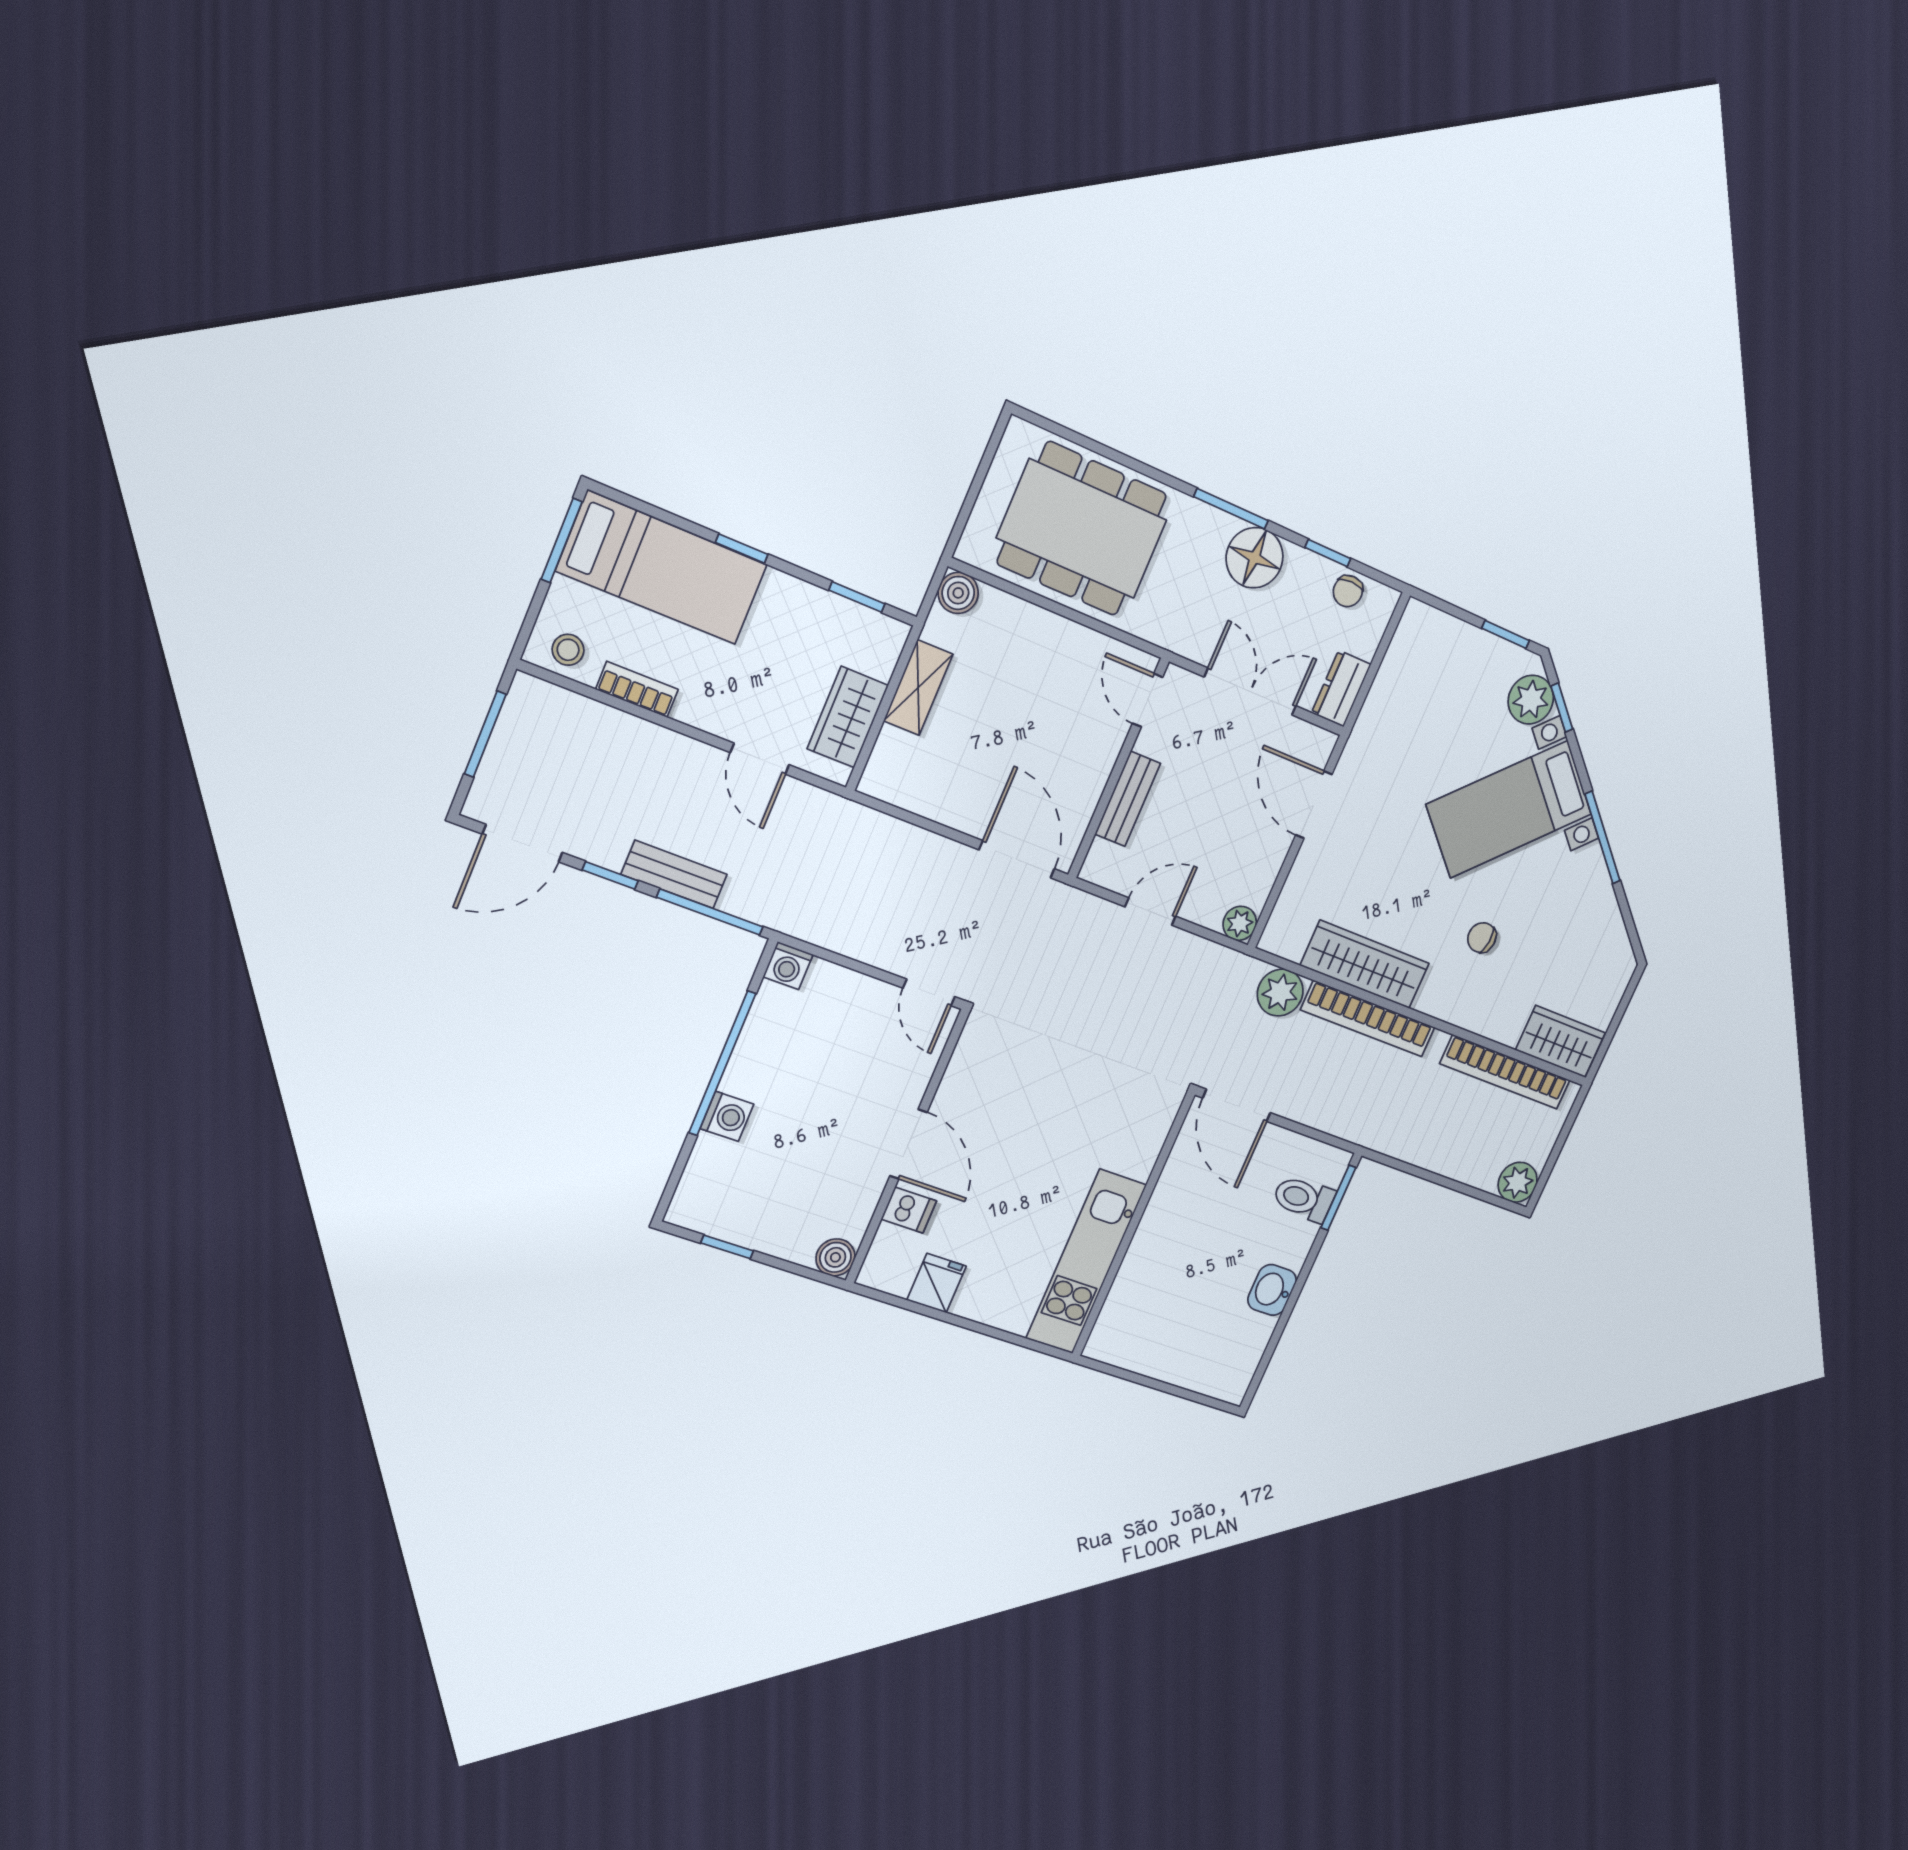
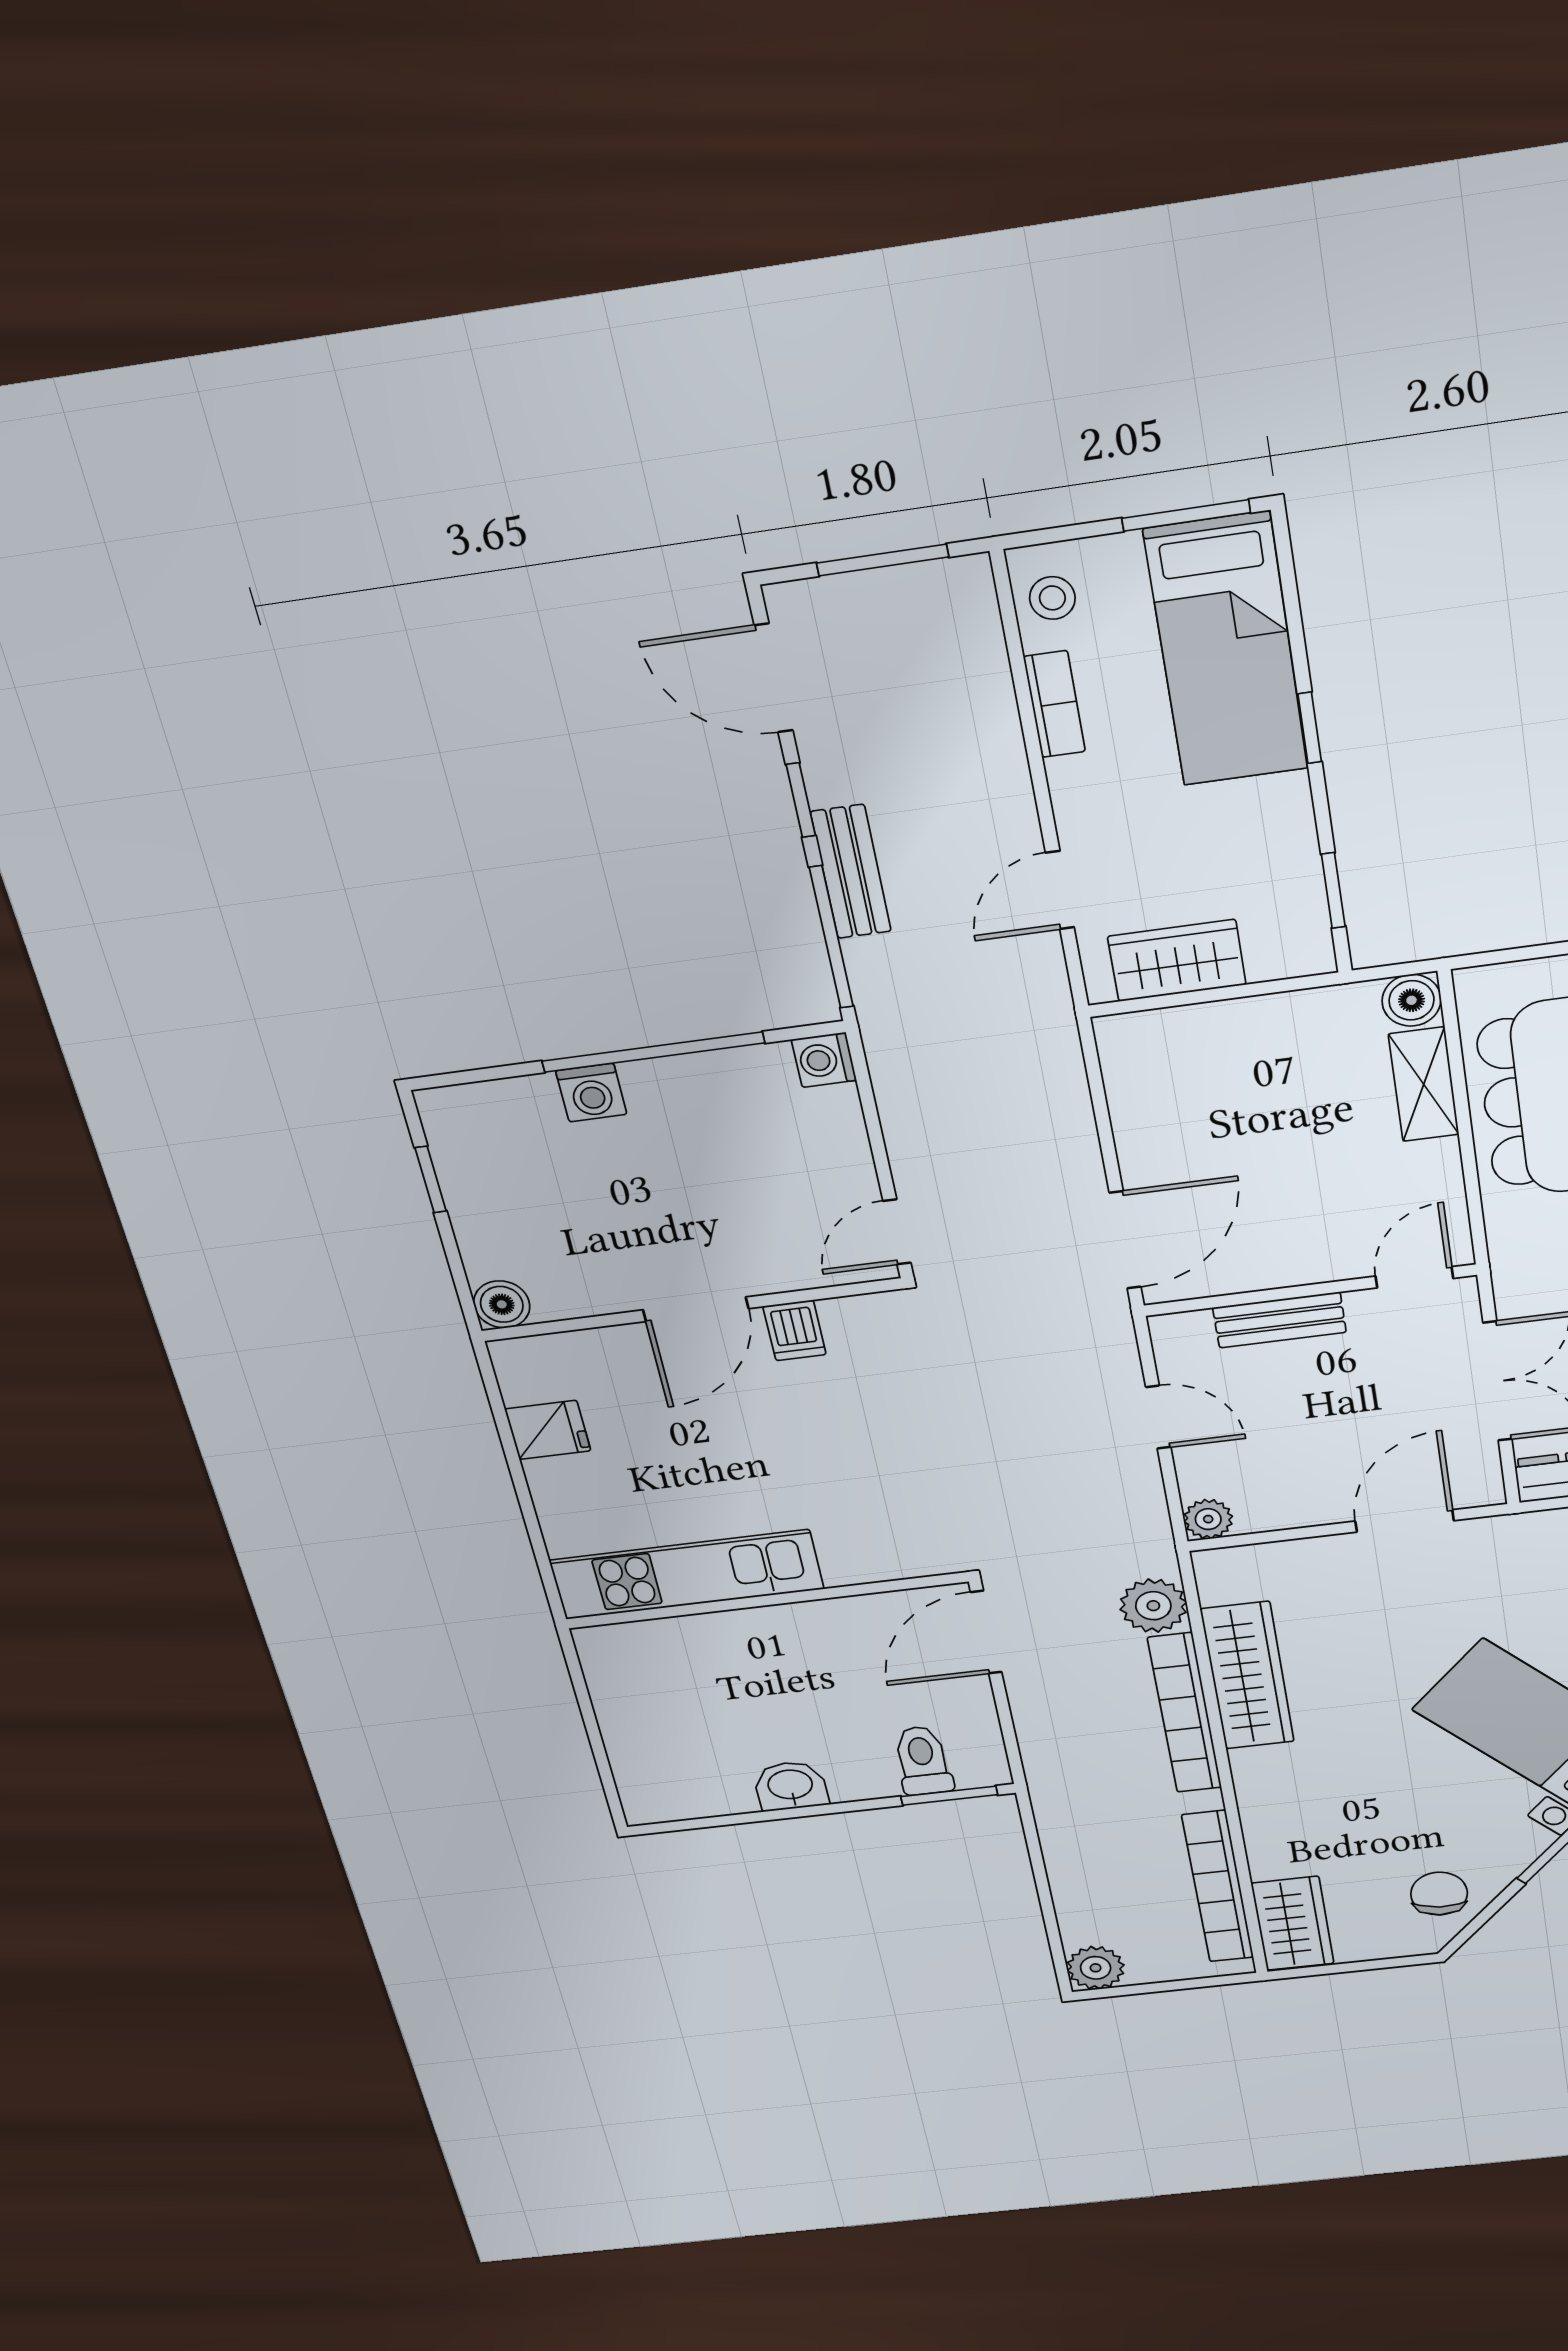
shelving: (918, 688) -> (1424, 1084), moved, turned 90
chair: (1482, 938) -> (1439, 1894), moved, width x1.37, depth x1.37
dishwasher: (909, 1210) -> (795, 1330), moved

